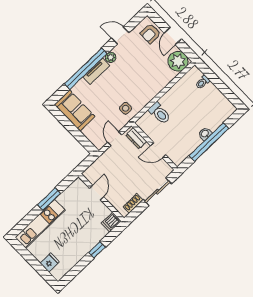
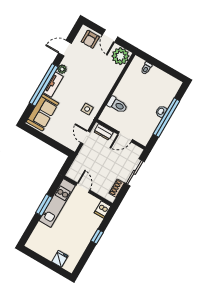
sofa: (75, 111) -> (43, 112), moved, turned 90
kitchen unit: (40, 224) -> (57, 203), moved

